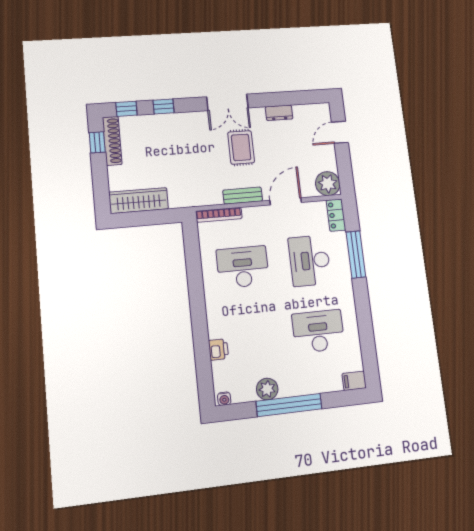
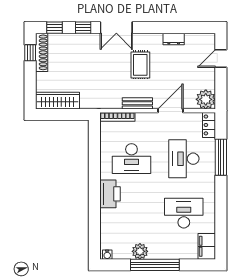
double door: (227, 102) -> (116, 28), moved
desk: (243, 267) -> (131, 159), turned 180
printer: (218, 349) -> (110, 194), moved, width x1.87, depth x1.48
filing cabinet: (354, 381) -> (207, 246), width x2.00

